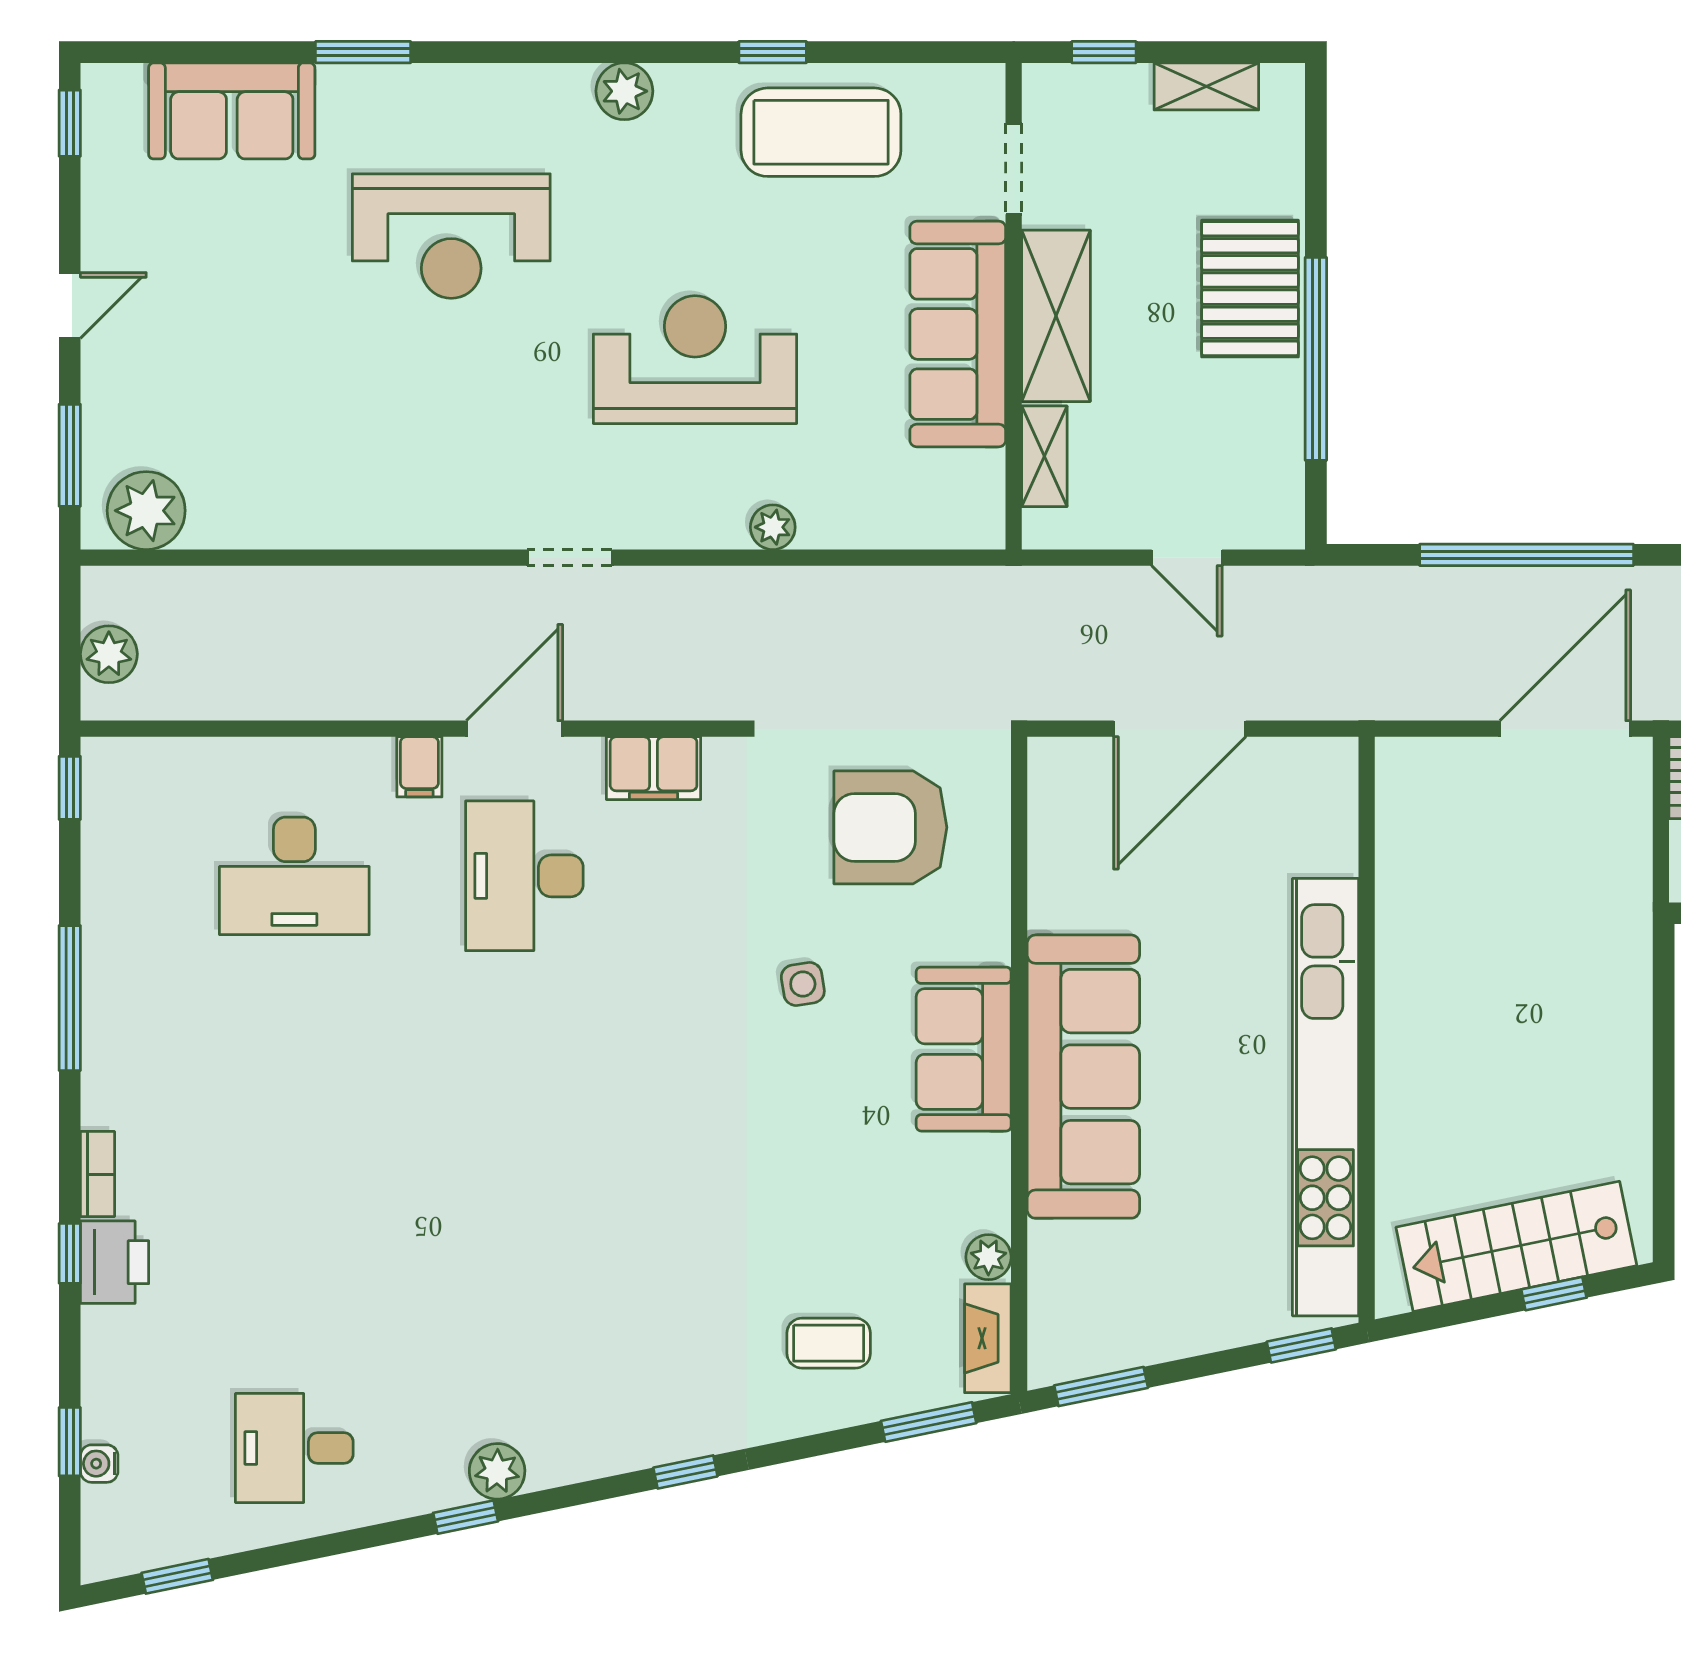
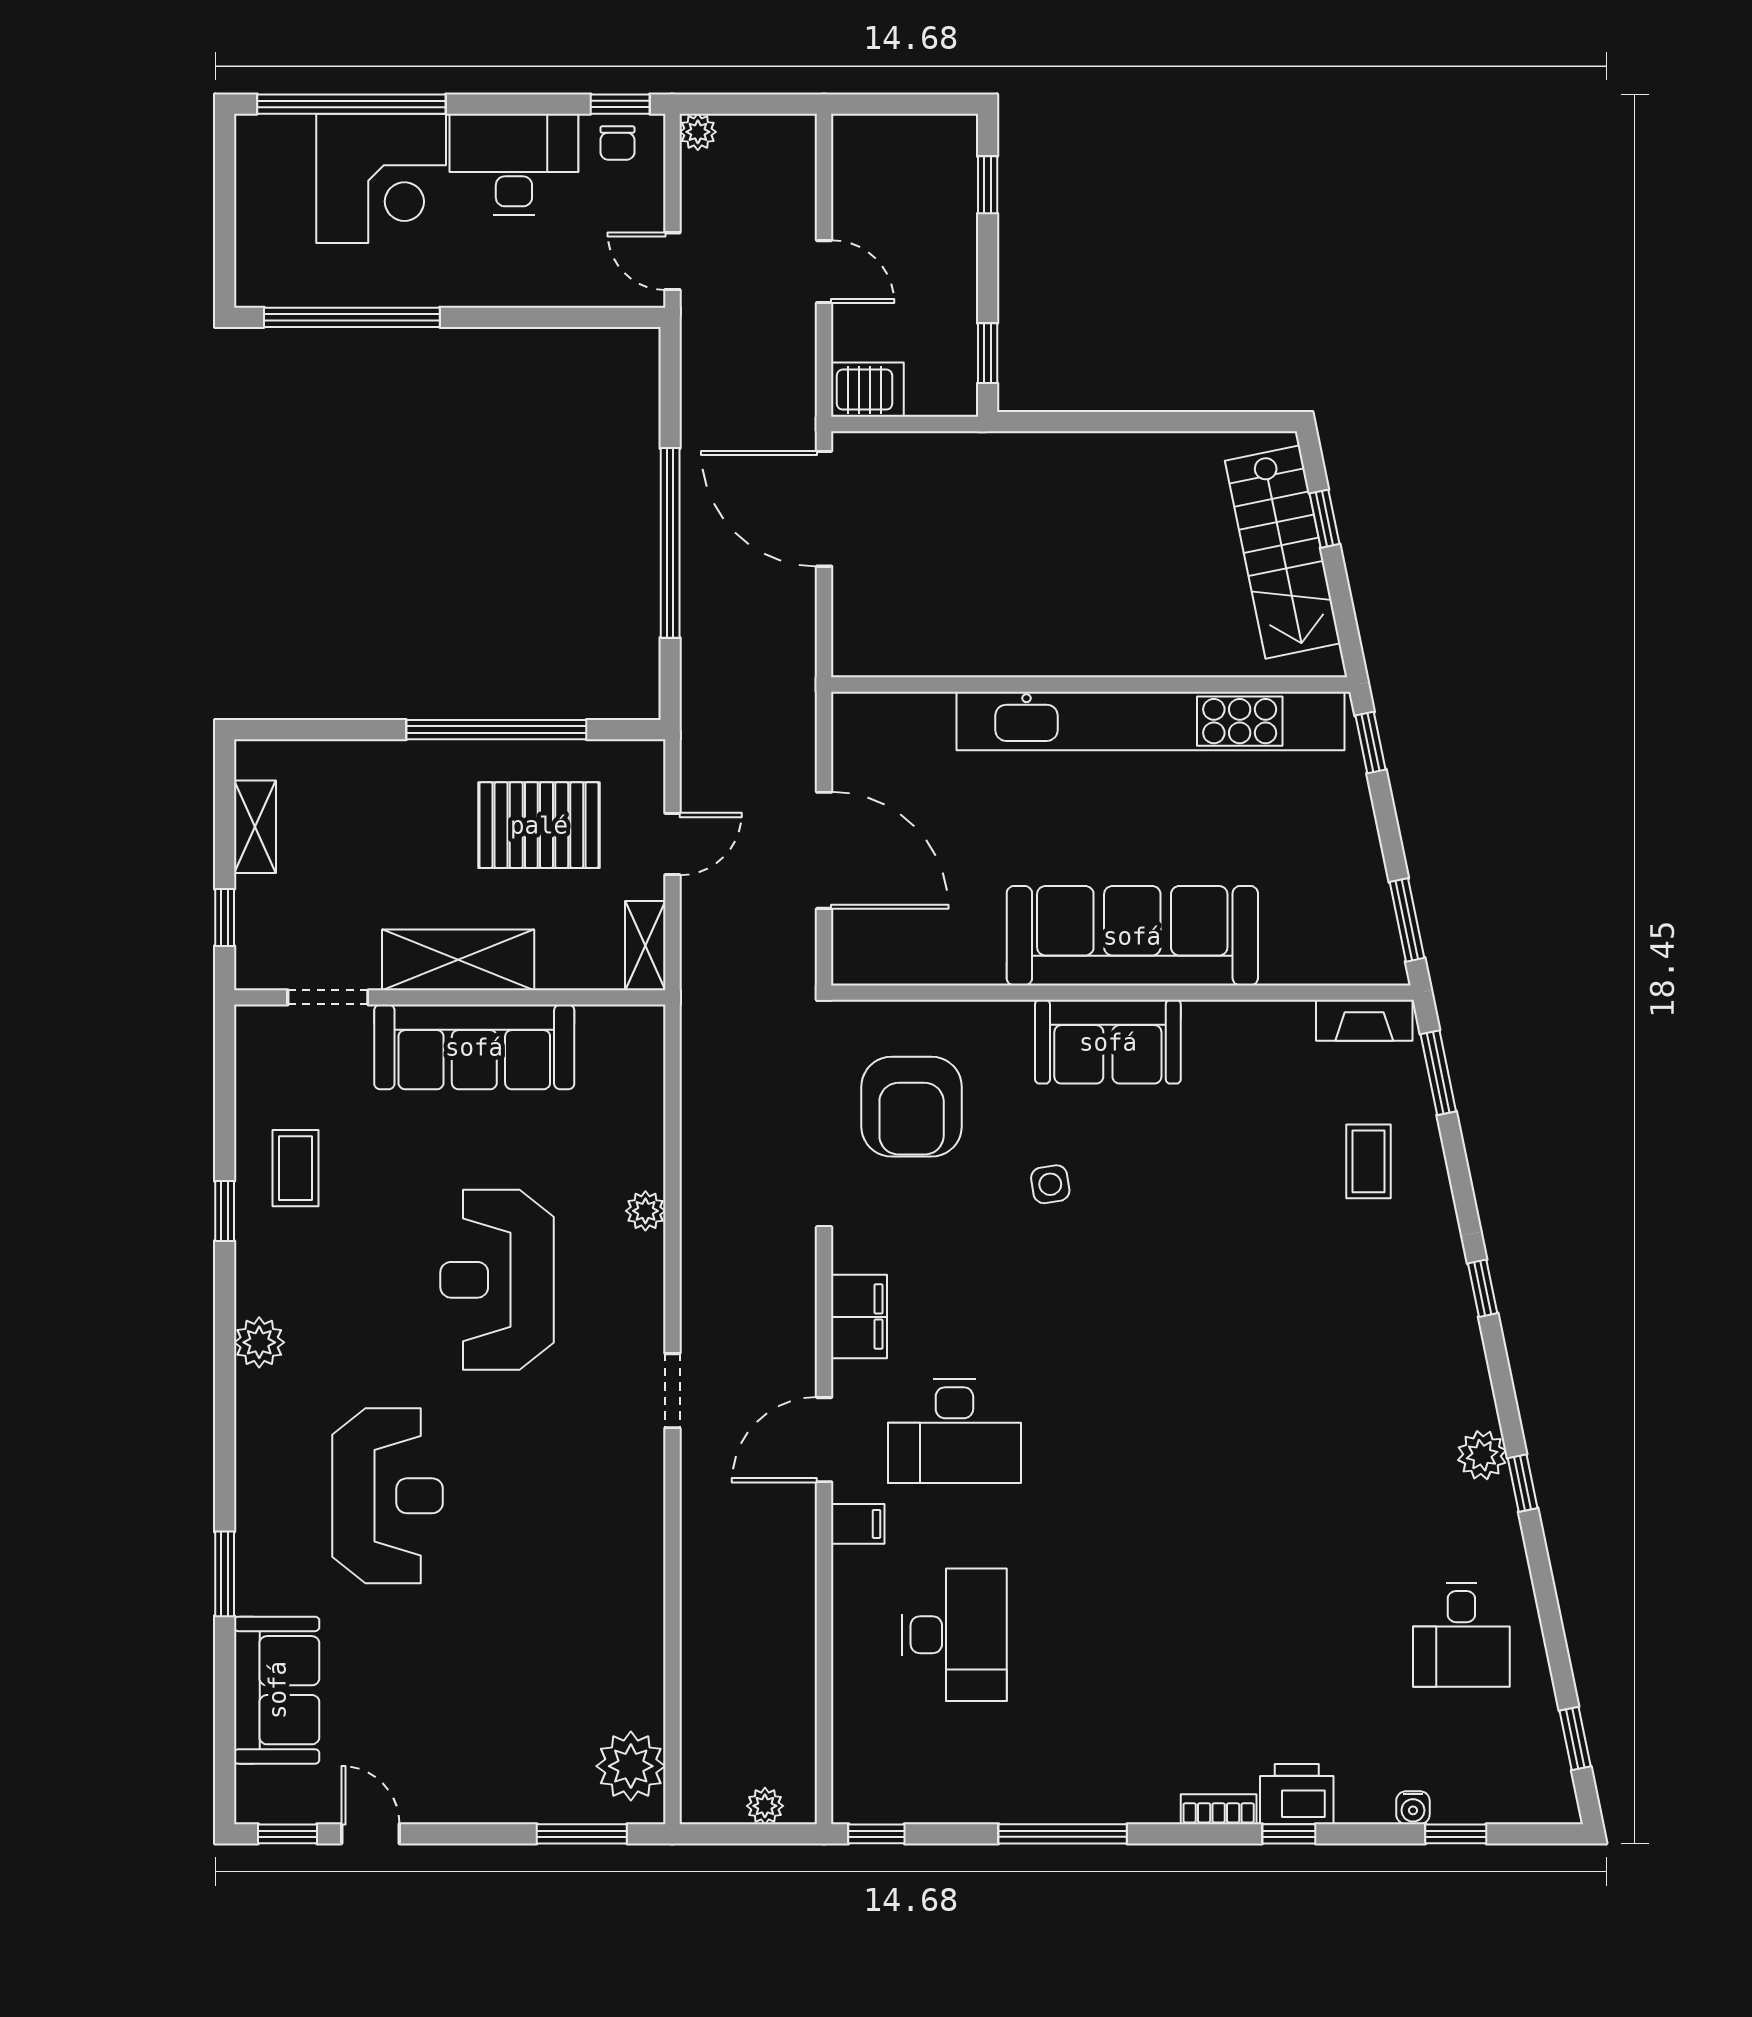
coffee table: (821, 132) -> (296, 1168), width x0.54, depth x0.58
pallet: (1250, 289) -> (539, 825), moved
door: (70, 305) -> (370, 1834), moved
shelving: (1044, 456) -> (645, 946), moved, turned 90
plant: (109, 654) -> (765, 1806), width x0.73, depth x0.73
door: (514, 729) -> (824, 1440), hinge flipped
plant: (988, 1257) -> (1292, 1020), removed
water cooler: (99, 1464) -> (1413, 1808), moved

